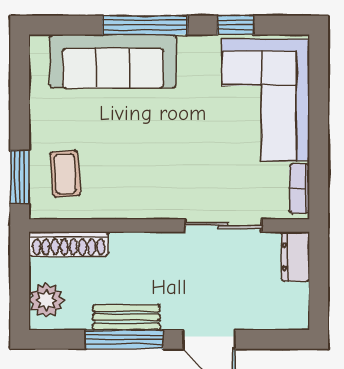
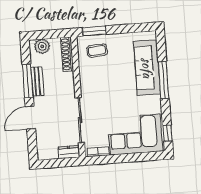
window: (236, 25) -> (168, 133), moved
sliding door: (223, 225) -> (80, 120), width x1.37

